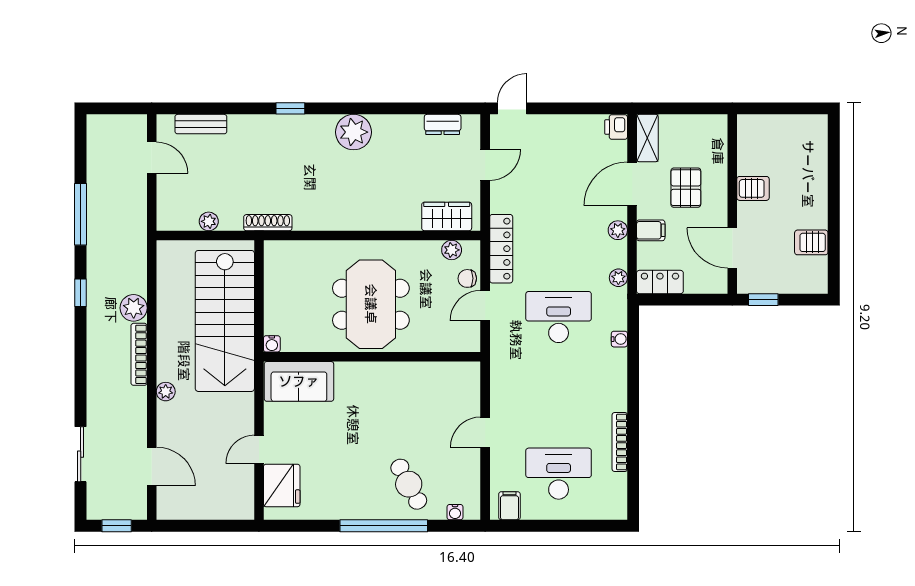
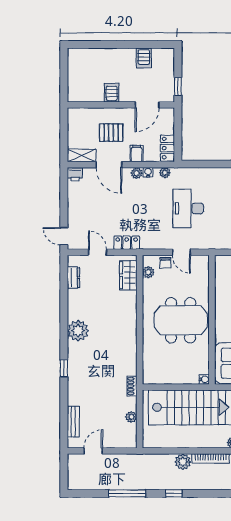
shoe rack: (268, 223) -> (132, 386), width x0.70
locker: (501, 249) -> (127, 243), moved, width x0.66
water cooler: (619, 339) -> (148, 172), moved

